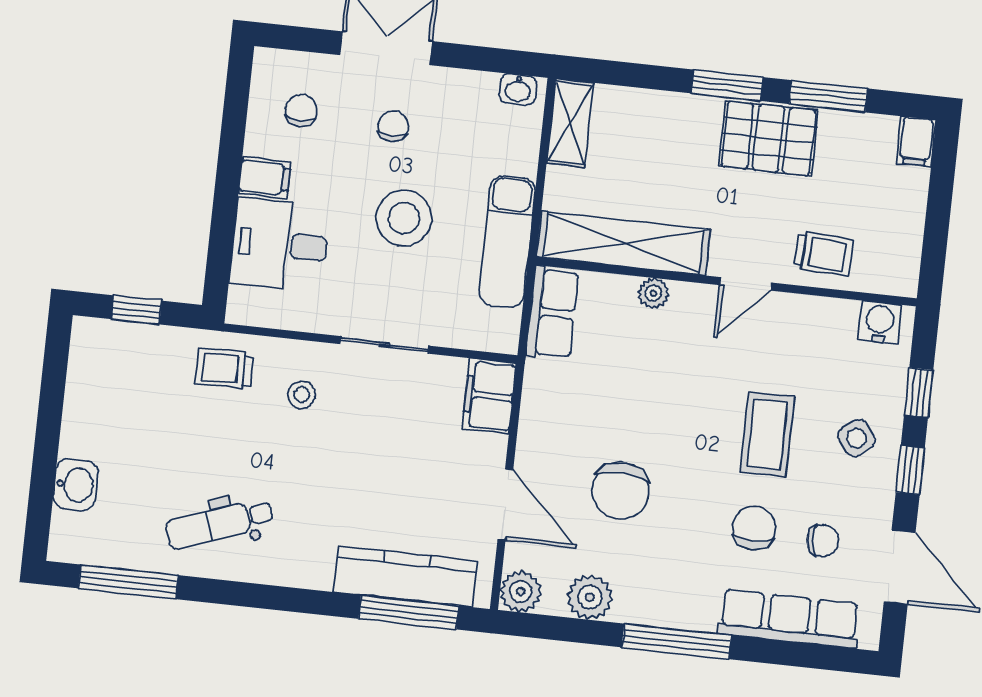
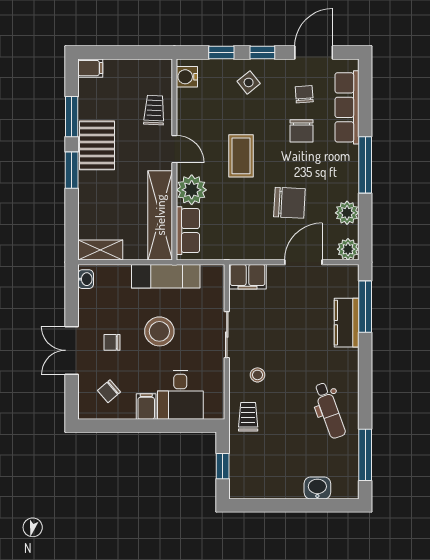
chair: (301, 111) -> (109, 391), turned -41
plant: (653, 293) -> (192, 190), width x1.88, depth x1.88
row of seats: (552, 313) -> (188, 231), moved, turned 90
trolley: (224, 368) -> (248, 417), turned 180
coffee table: (767, 434) -> (241, 156), moved, turned 90
chair: (754, 528) -> (301, 131), turned -90
kitchen counter: (405, 576) -> (347, 323), width x0.67

